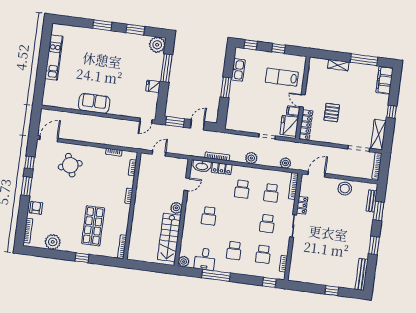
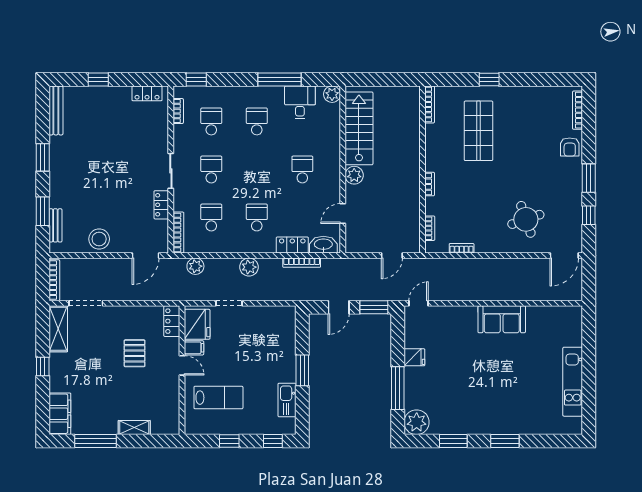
locker: (306, 125) -> (172, 321), width x0.66
plant: (53, 242) -> (537, 98), removed
locker: (302, 278) -> (147, 93), added

